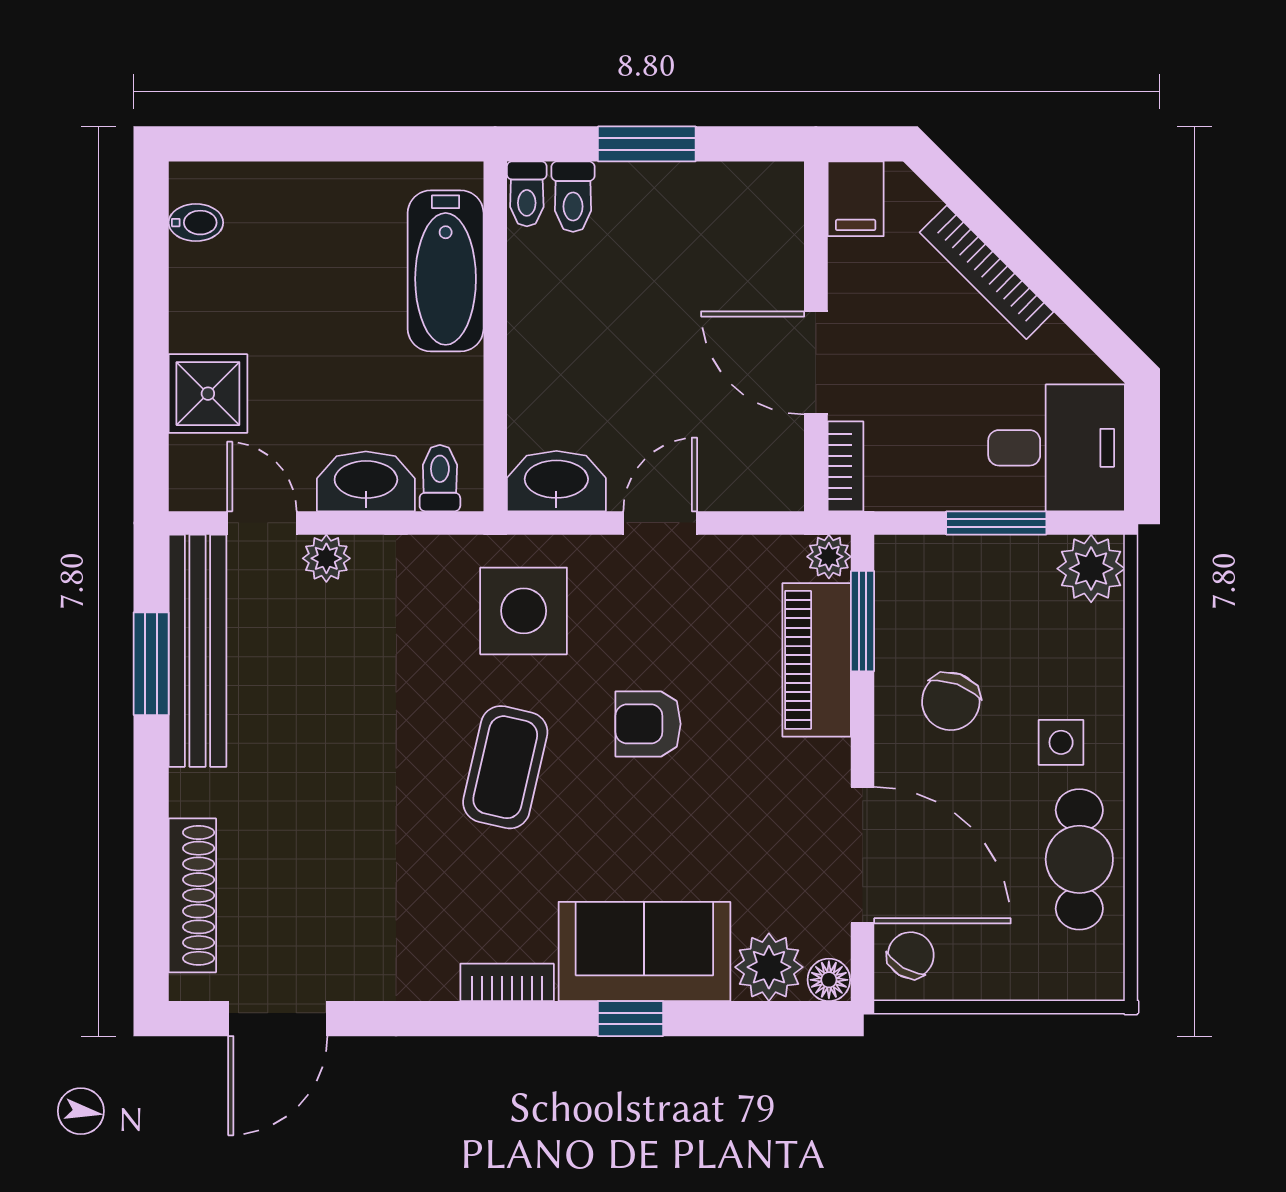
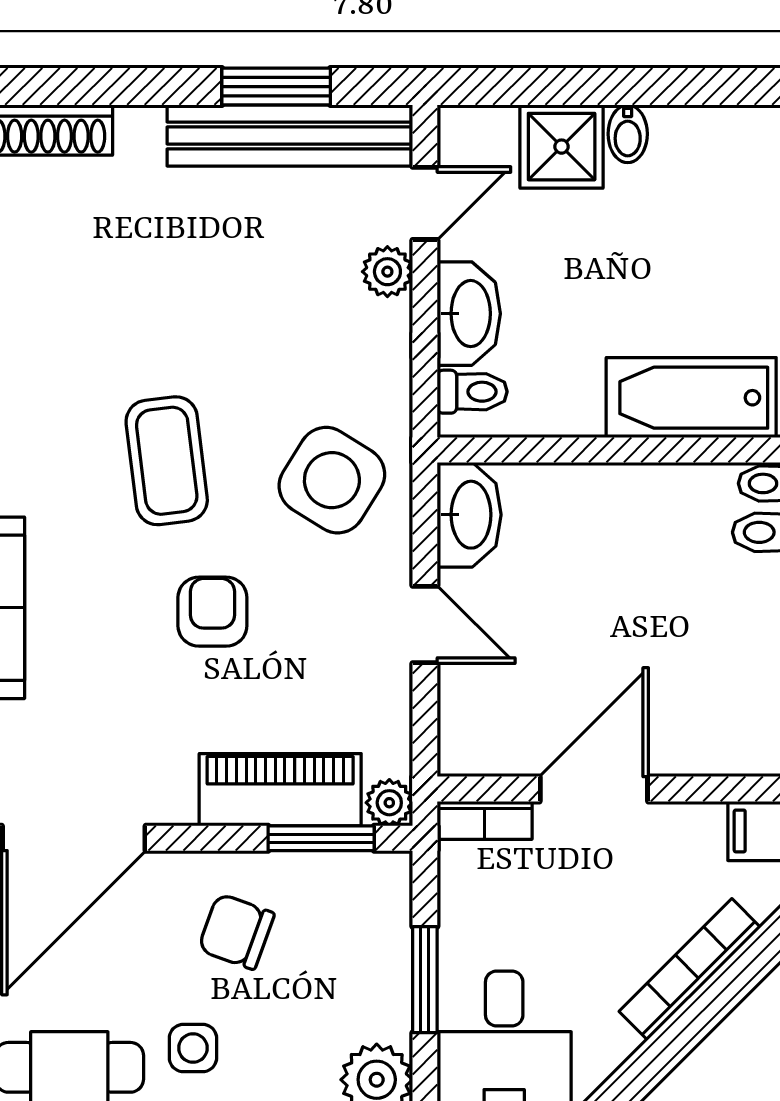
bidet: (196, 223) -> (628, 134), moved
side table: (524, 611) -> (332, 480), turned 32
coffee table: (505, 767) -> (167, 461), turned 70

